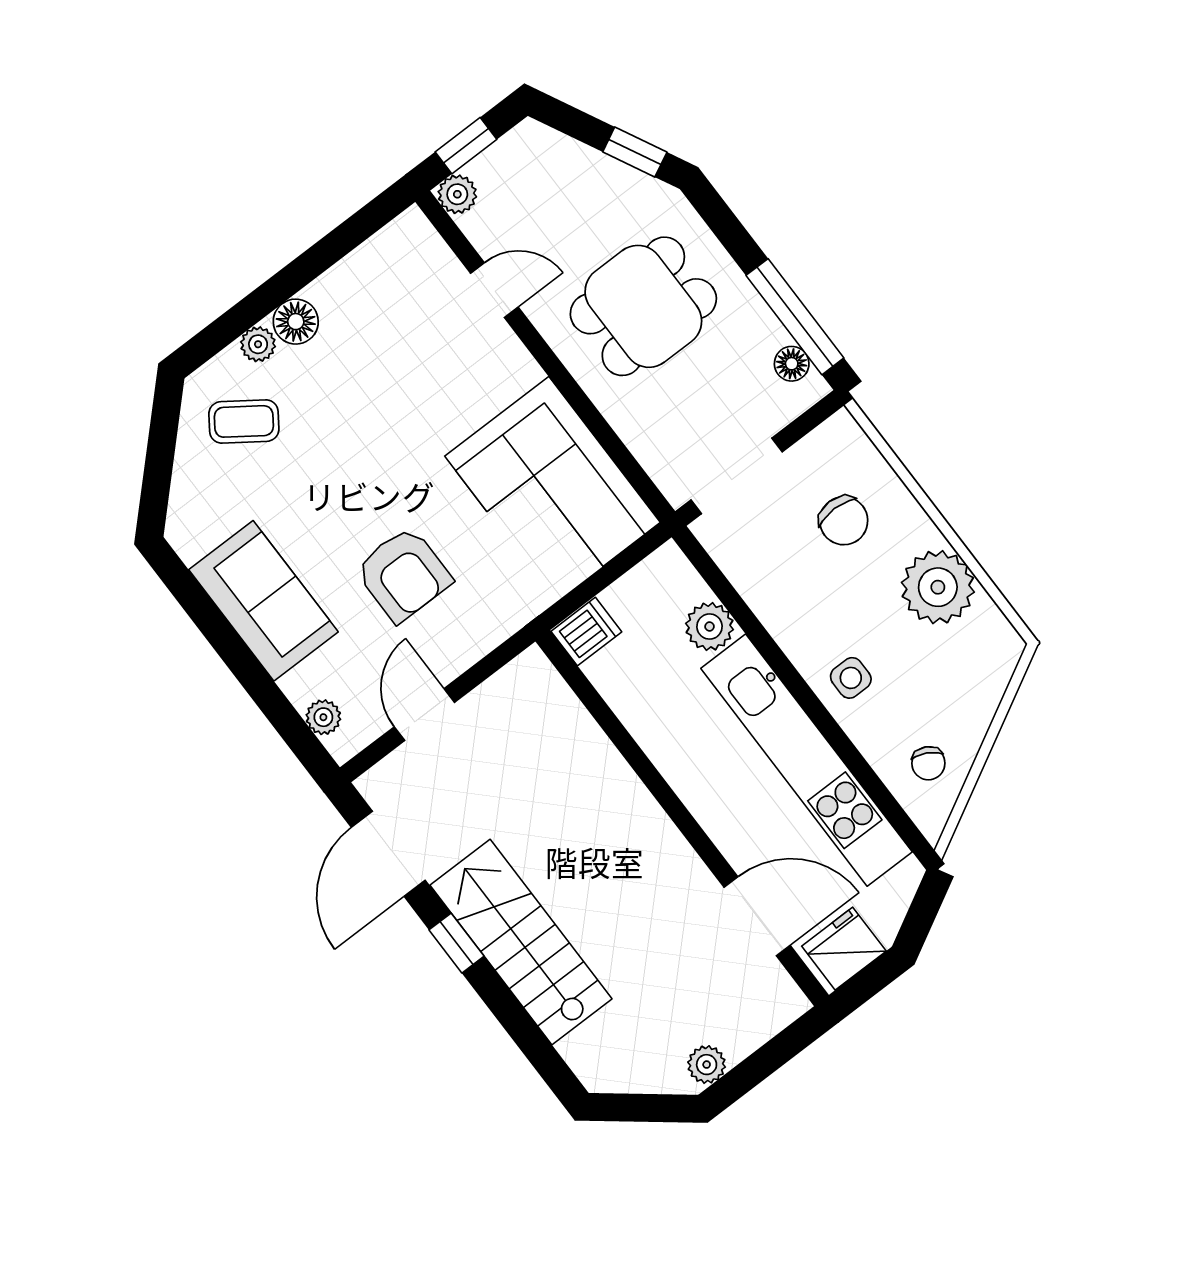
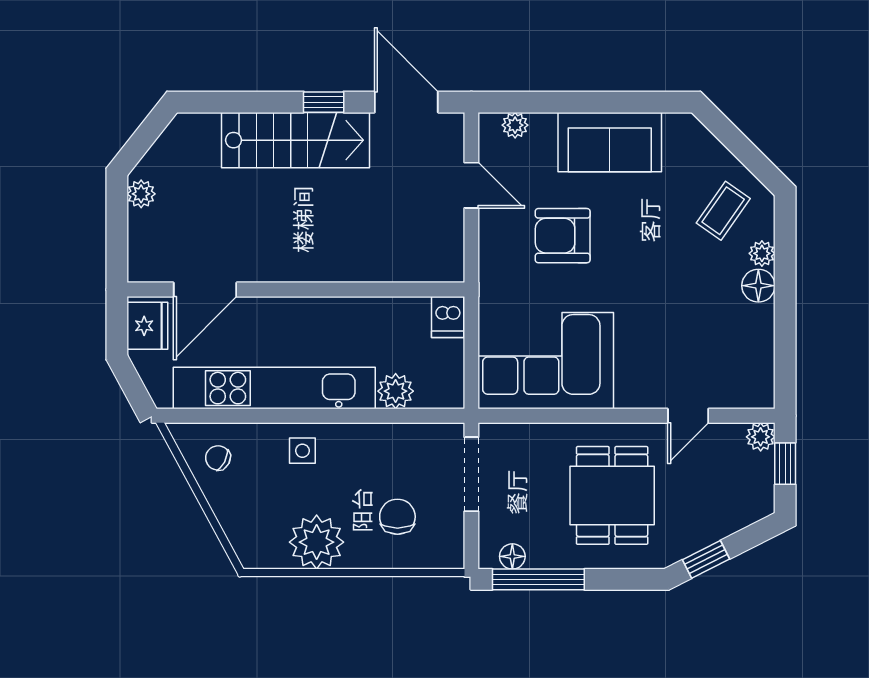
chair: (844, 521) -> (397, 517), turned 90

